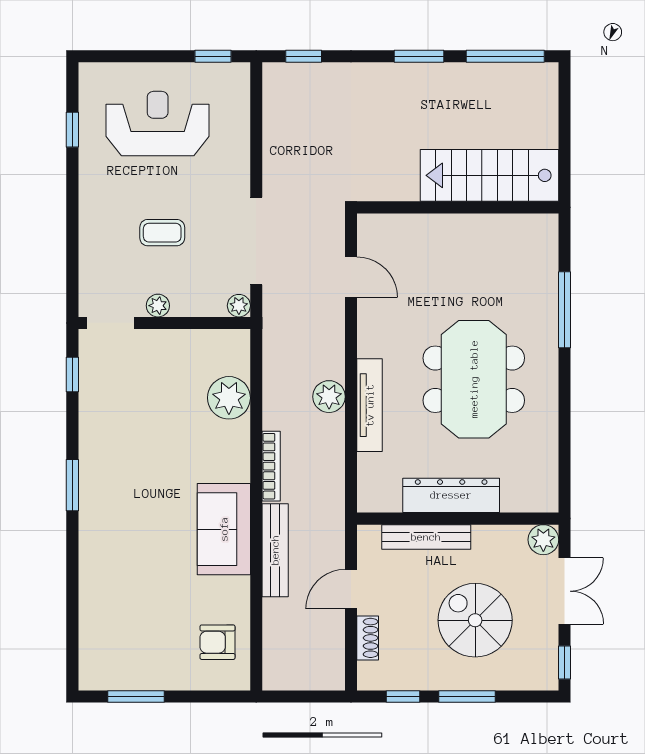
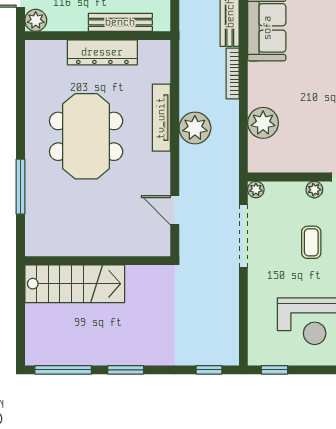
coffee table: (162, 233) -> (311, 242), turned 90
plant: (329, 397) -> (195, 128), width x1.36, depth x1.36

